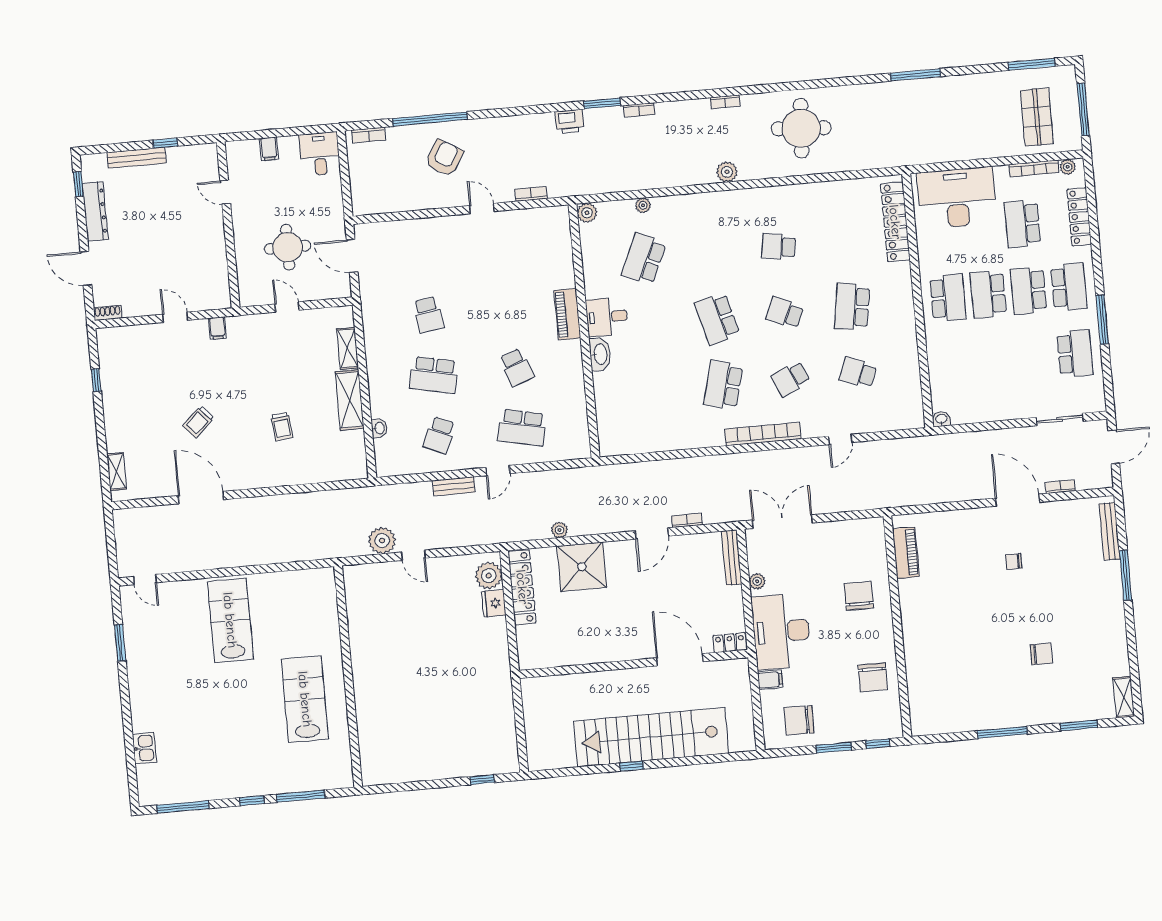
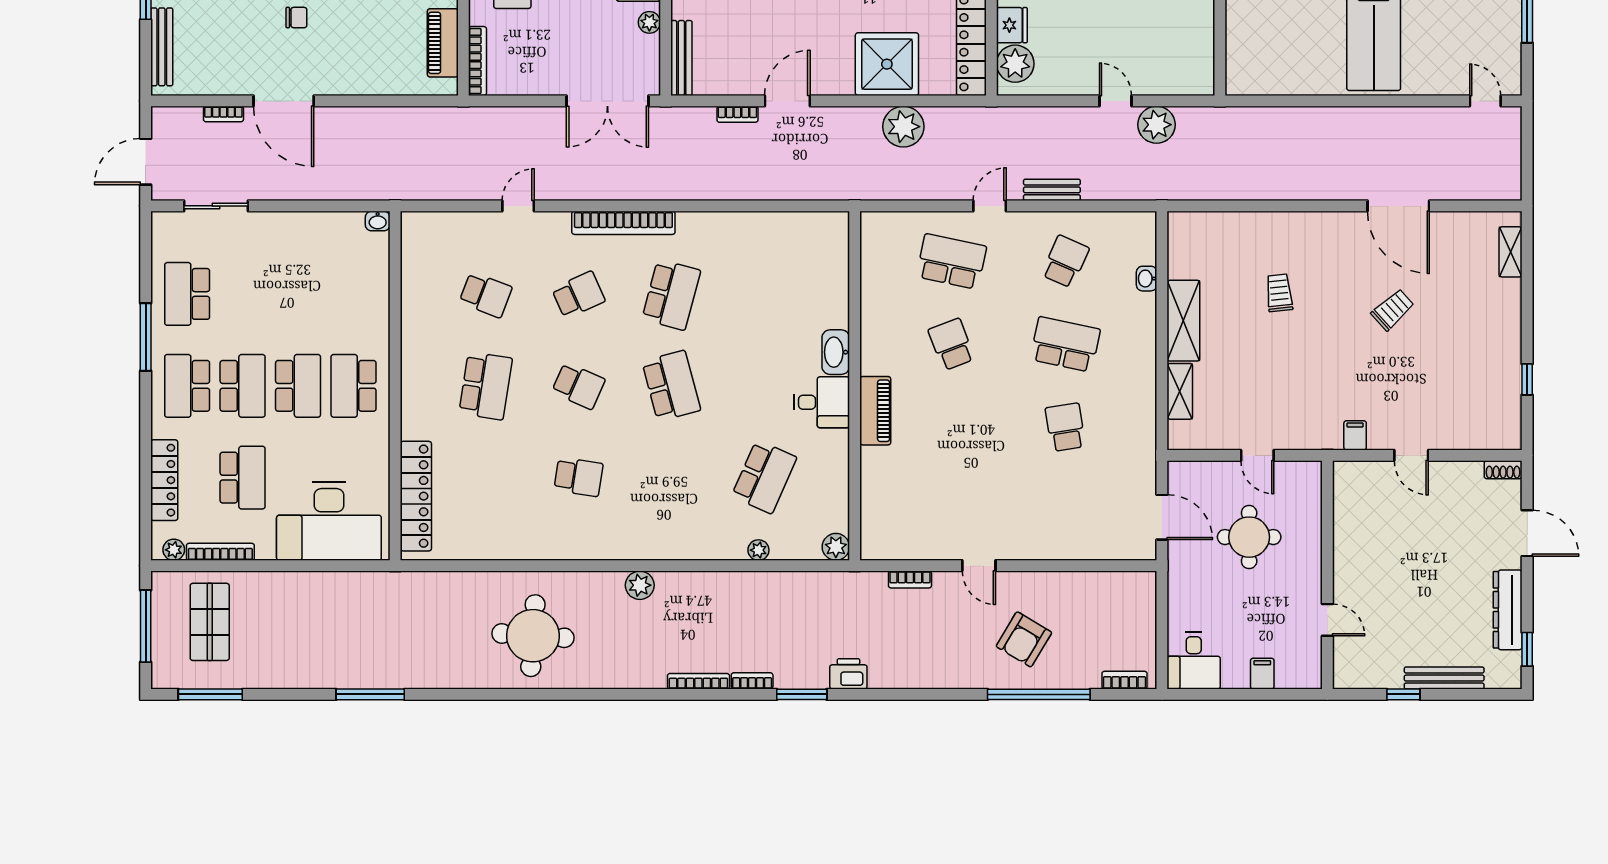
bookcase: (725, 102) -> (698, 681), moved, width x1.56
plant: (559, 530) -> (903, 127), width x1.88, depth x1.88
bookcase: (879, 542) -> (477, 61), added

